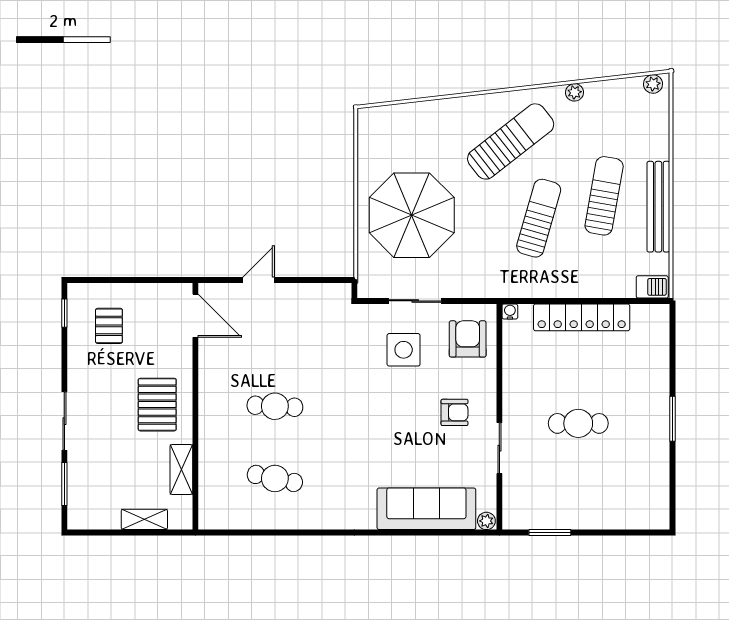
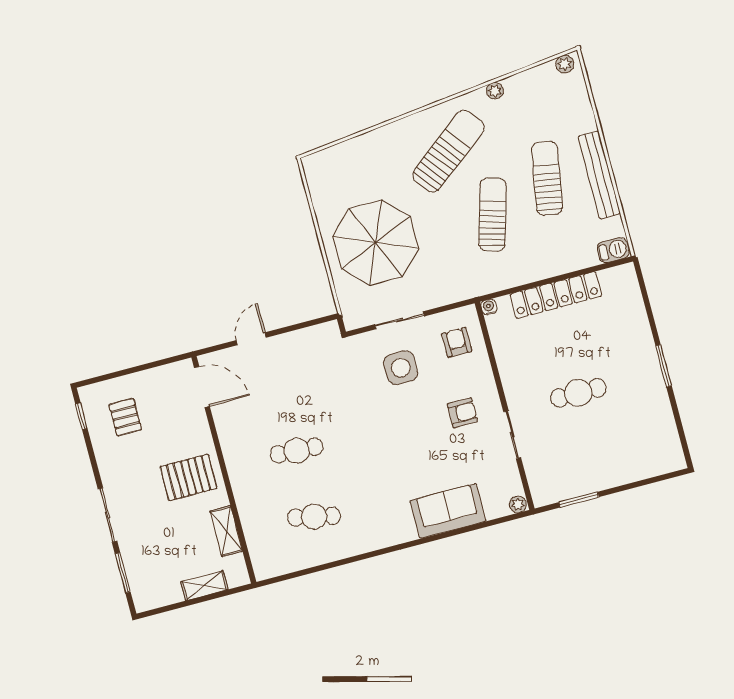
armchair: (468, 339) -> (457, 342), width x0.72, depth x0.72
pallet: (157, 405) -> (188, 477), turned 90
sofa: (426, 509) -> (448, 511), width x0.73

